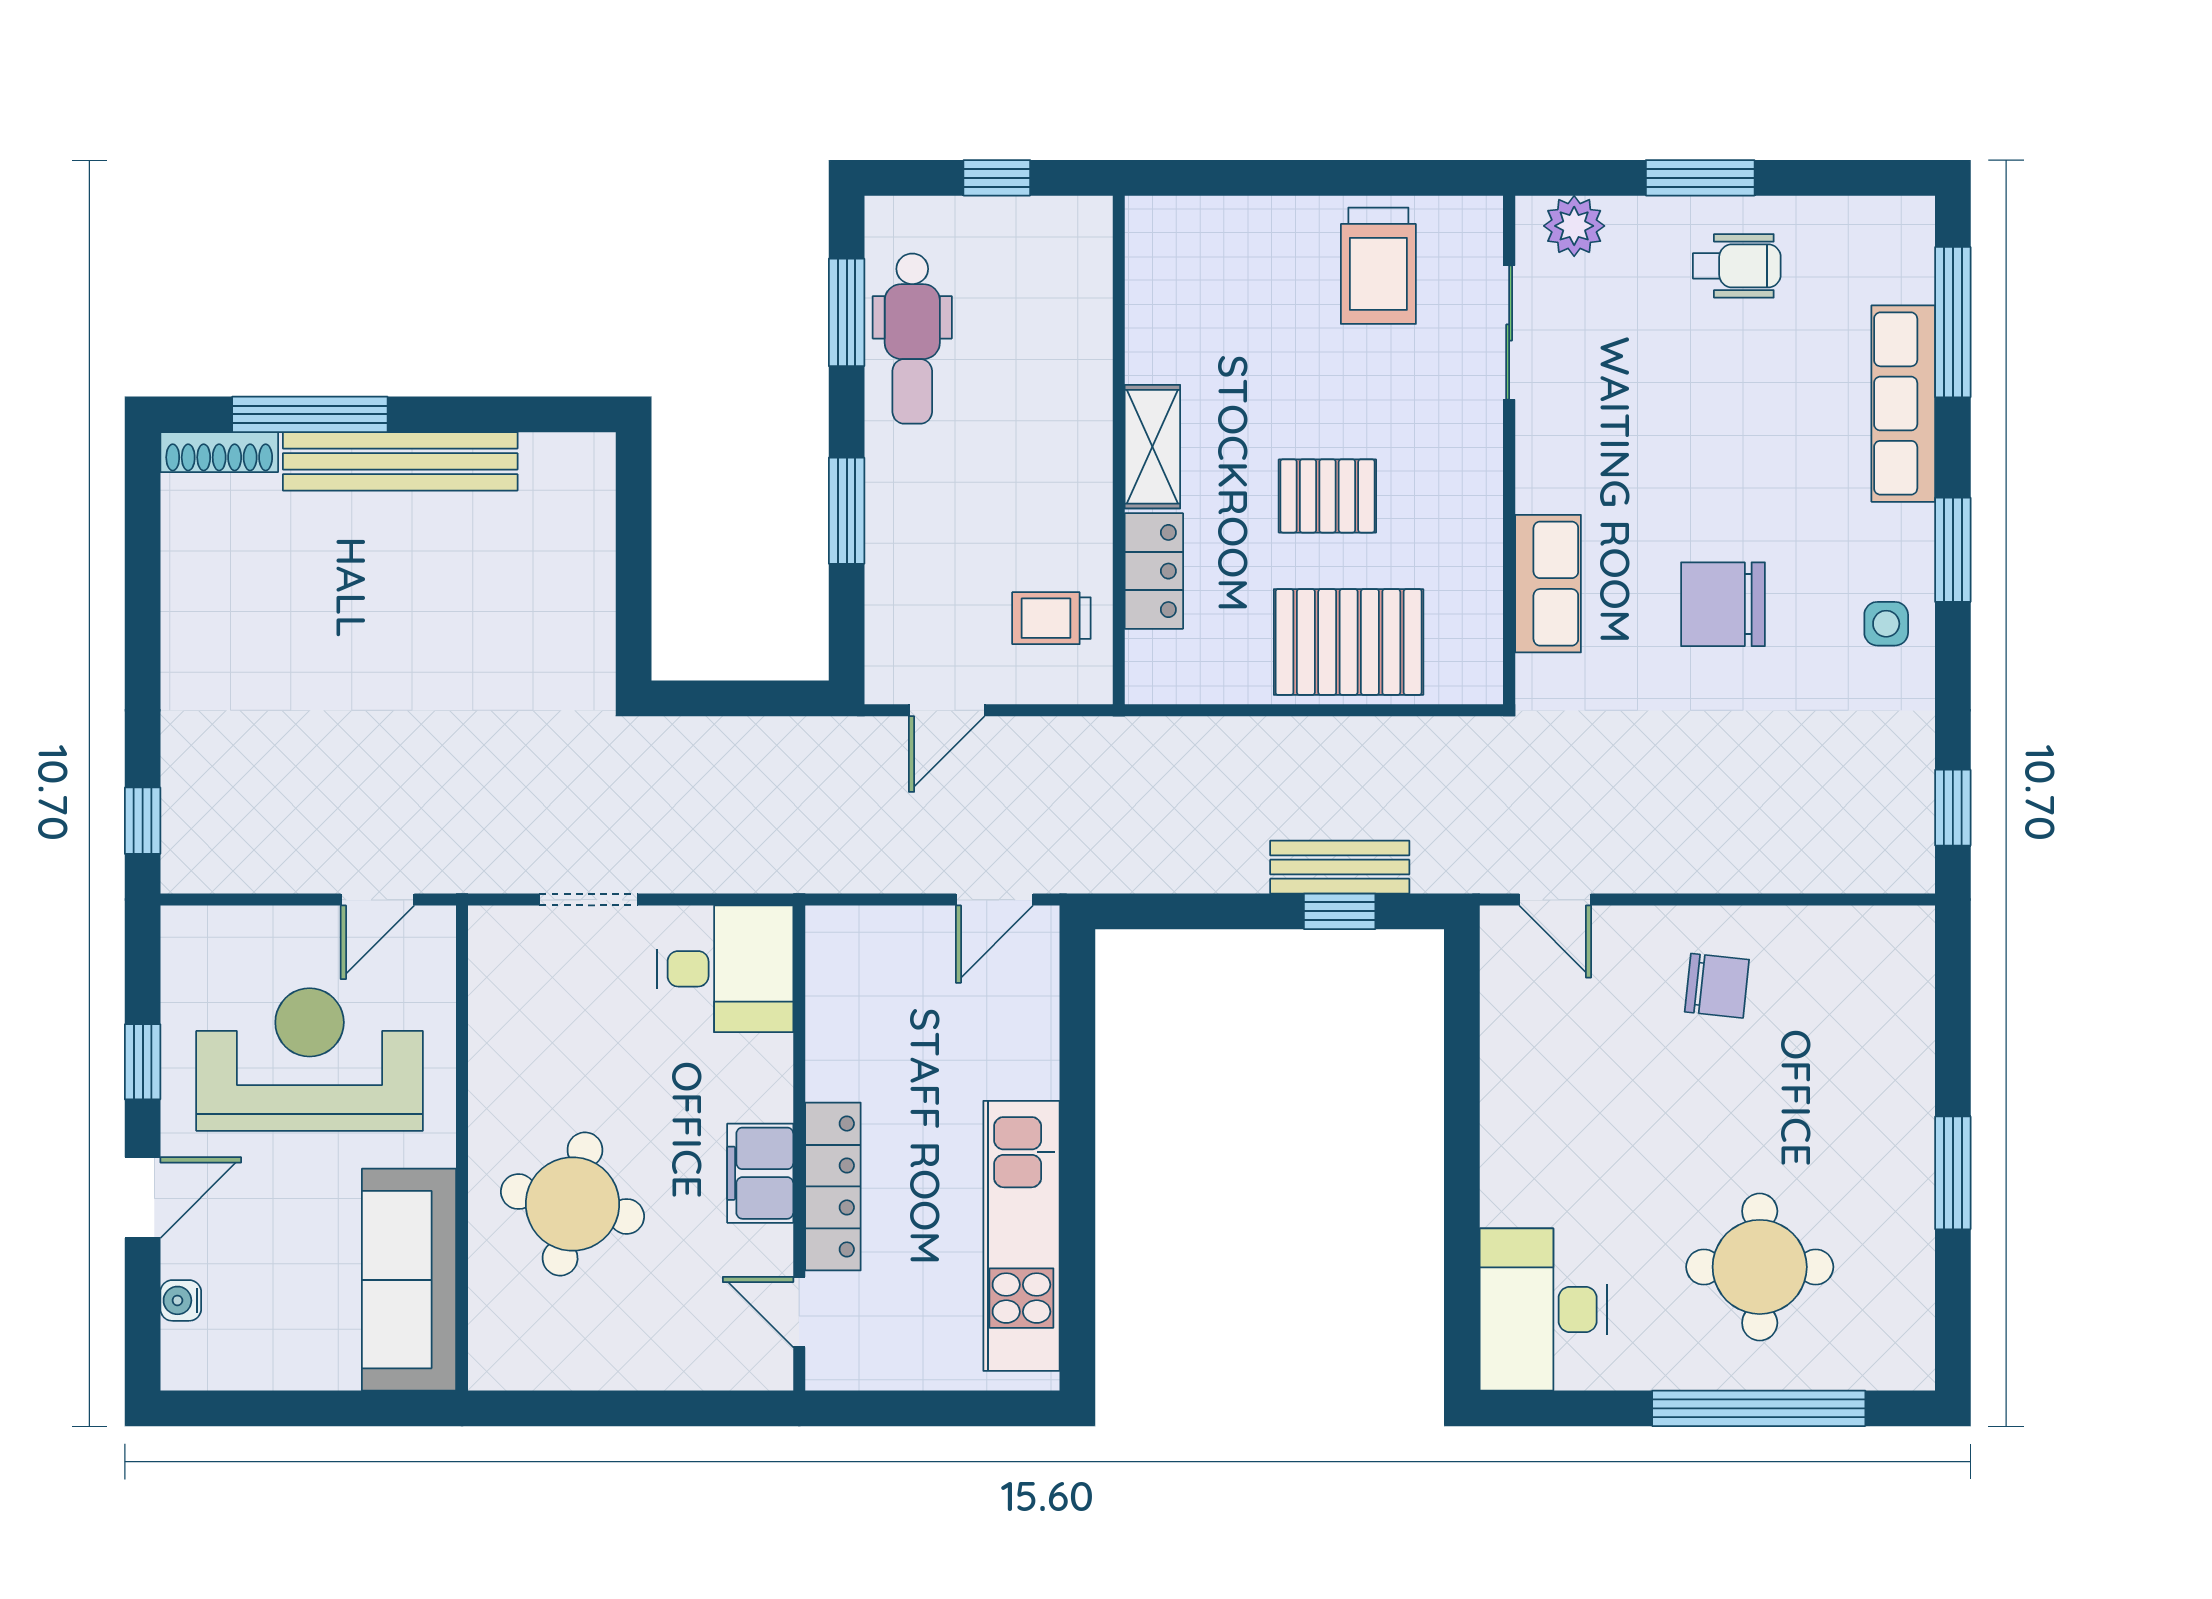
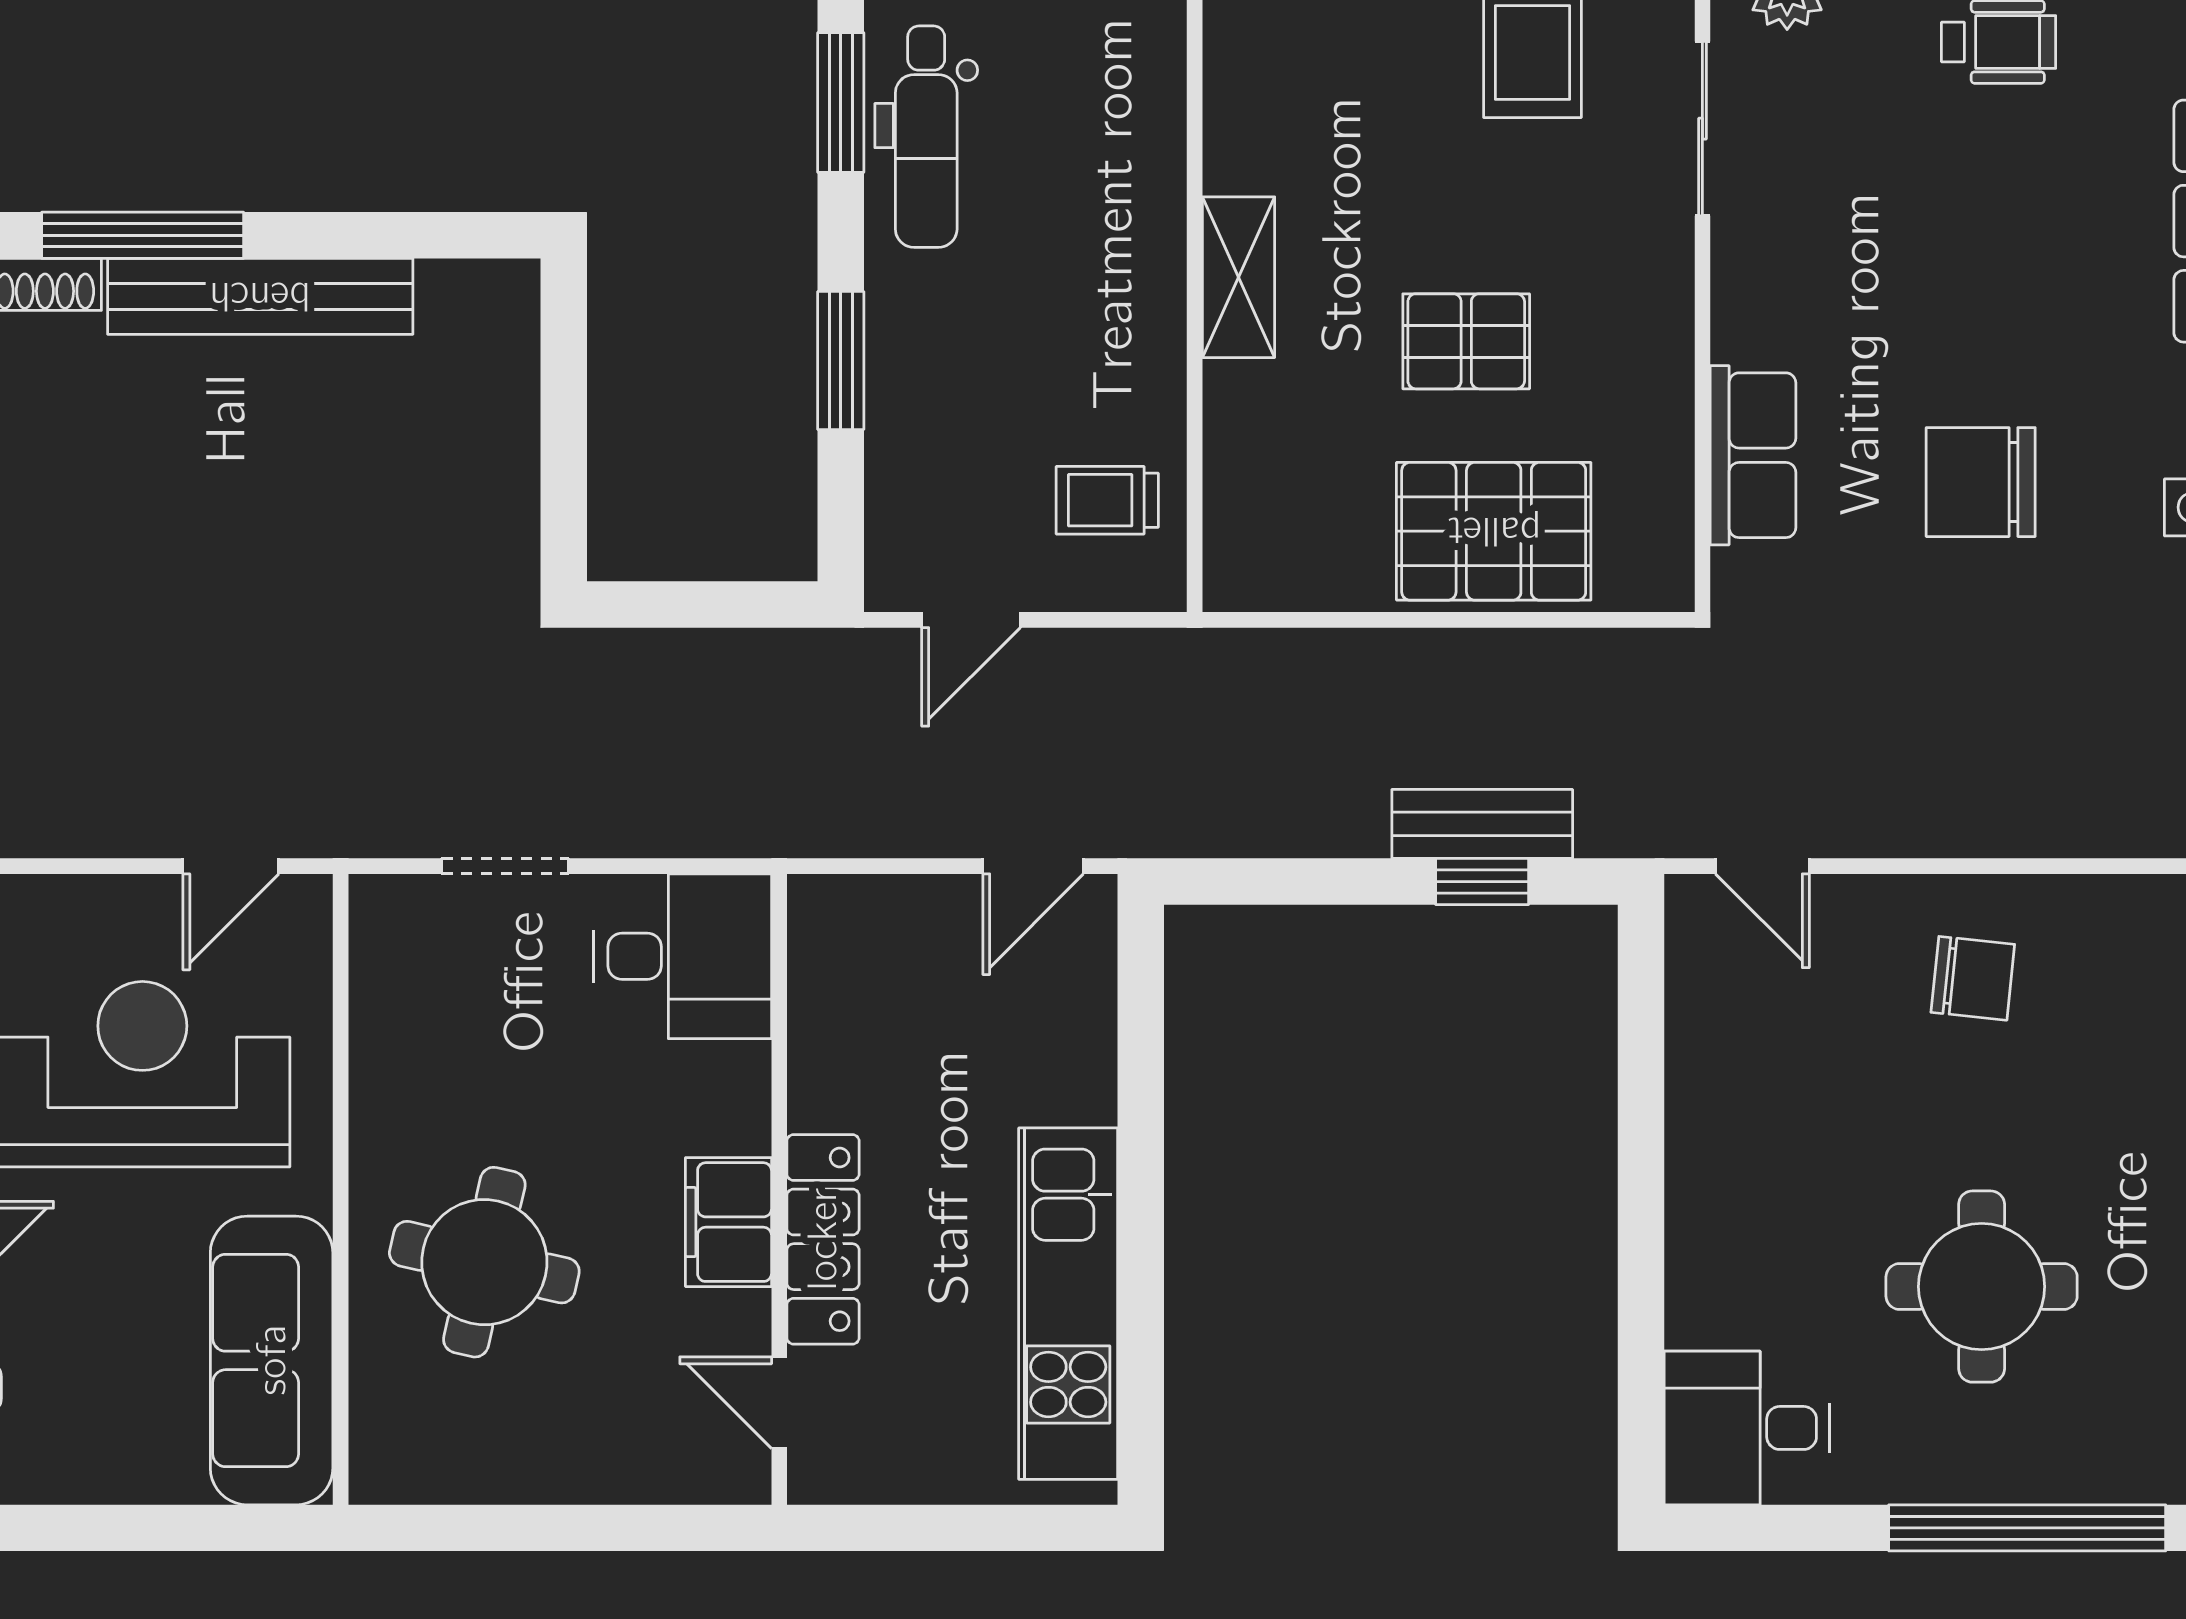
locker: (1154, 571) -> (1240, 439), removed
round table: (1760, 1267) -> (1982, 1287), moved
desk: (1543, 1309) -> (1747, 1428), width x0.73

